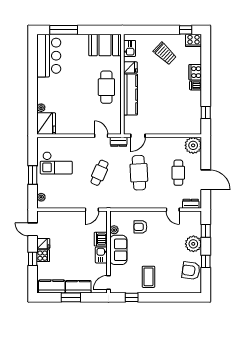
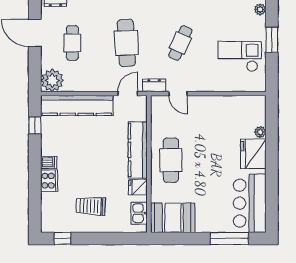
cooker: (194, 40) -> (52, 224), removed
trolley: (165, 53) -> (91, 206), turned -41
fridge: (46, 124) -> (253, 154), moved
kitchen counter: (175, 127) -> (77, 105), added

